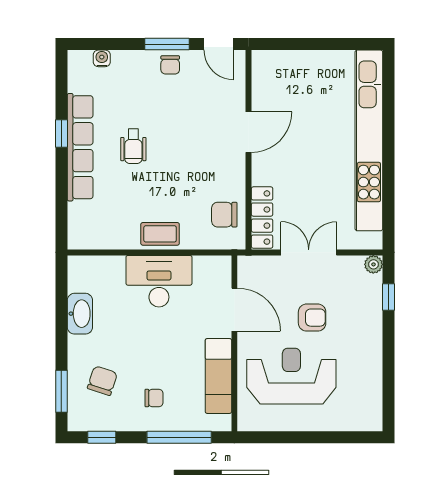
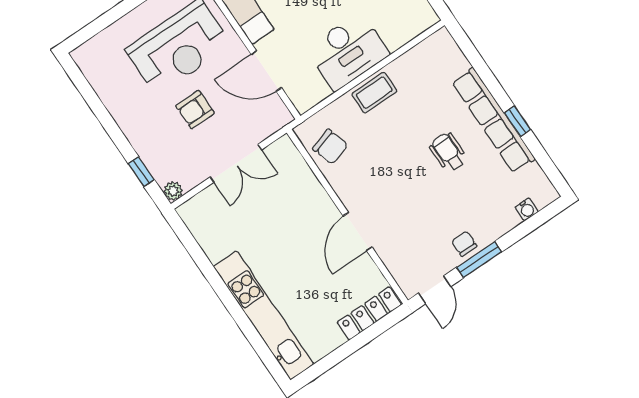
door: (219, 44) -> (435, 290), swing flipped
kitchen unit: (369, 140) -> (264, 315), width x0.73
chair: (224, 215) -> (330, 147), turned 73
locker: (262, 218) -> (369, 313), moved, turned 90

